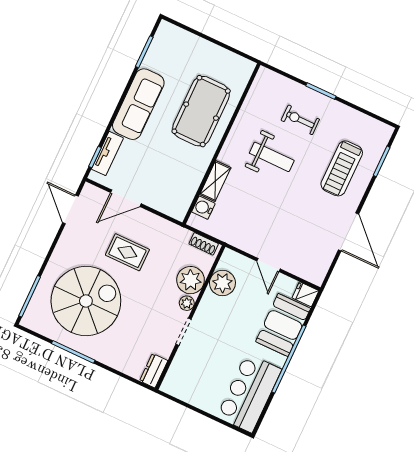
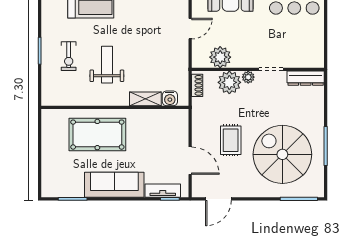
dresser: (154, 371) -> (306, 78), width x1.44

